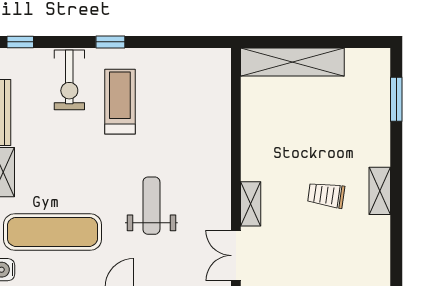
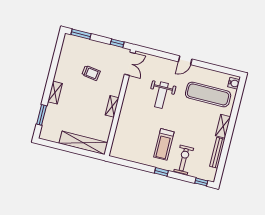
shelving: (380, 191) -> (55, 93), moved
trolley: (326, 195) -> (91, 73), moved
shelving: (251, 204) -> (112, 106), moved

